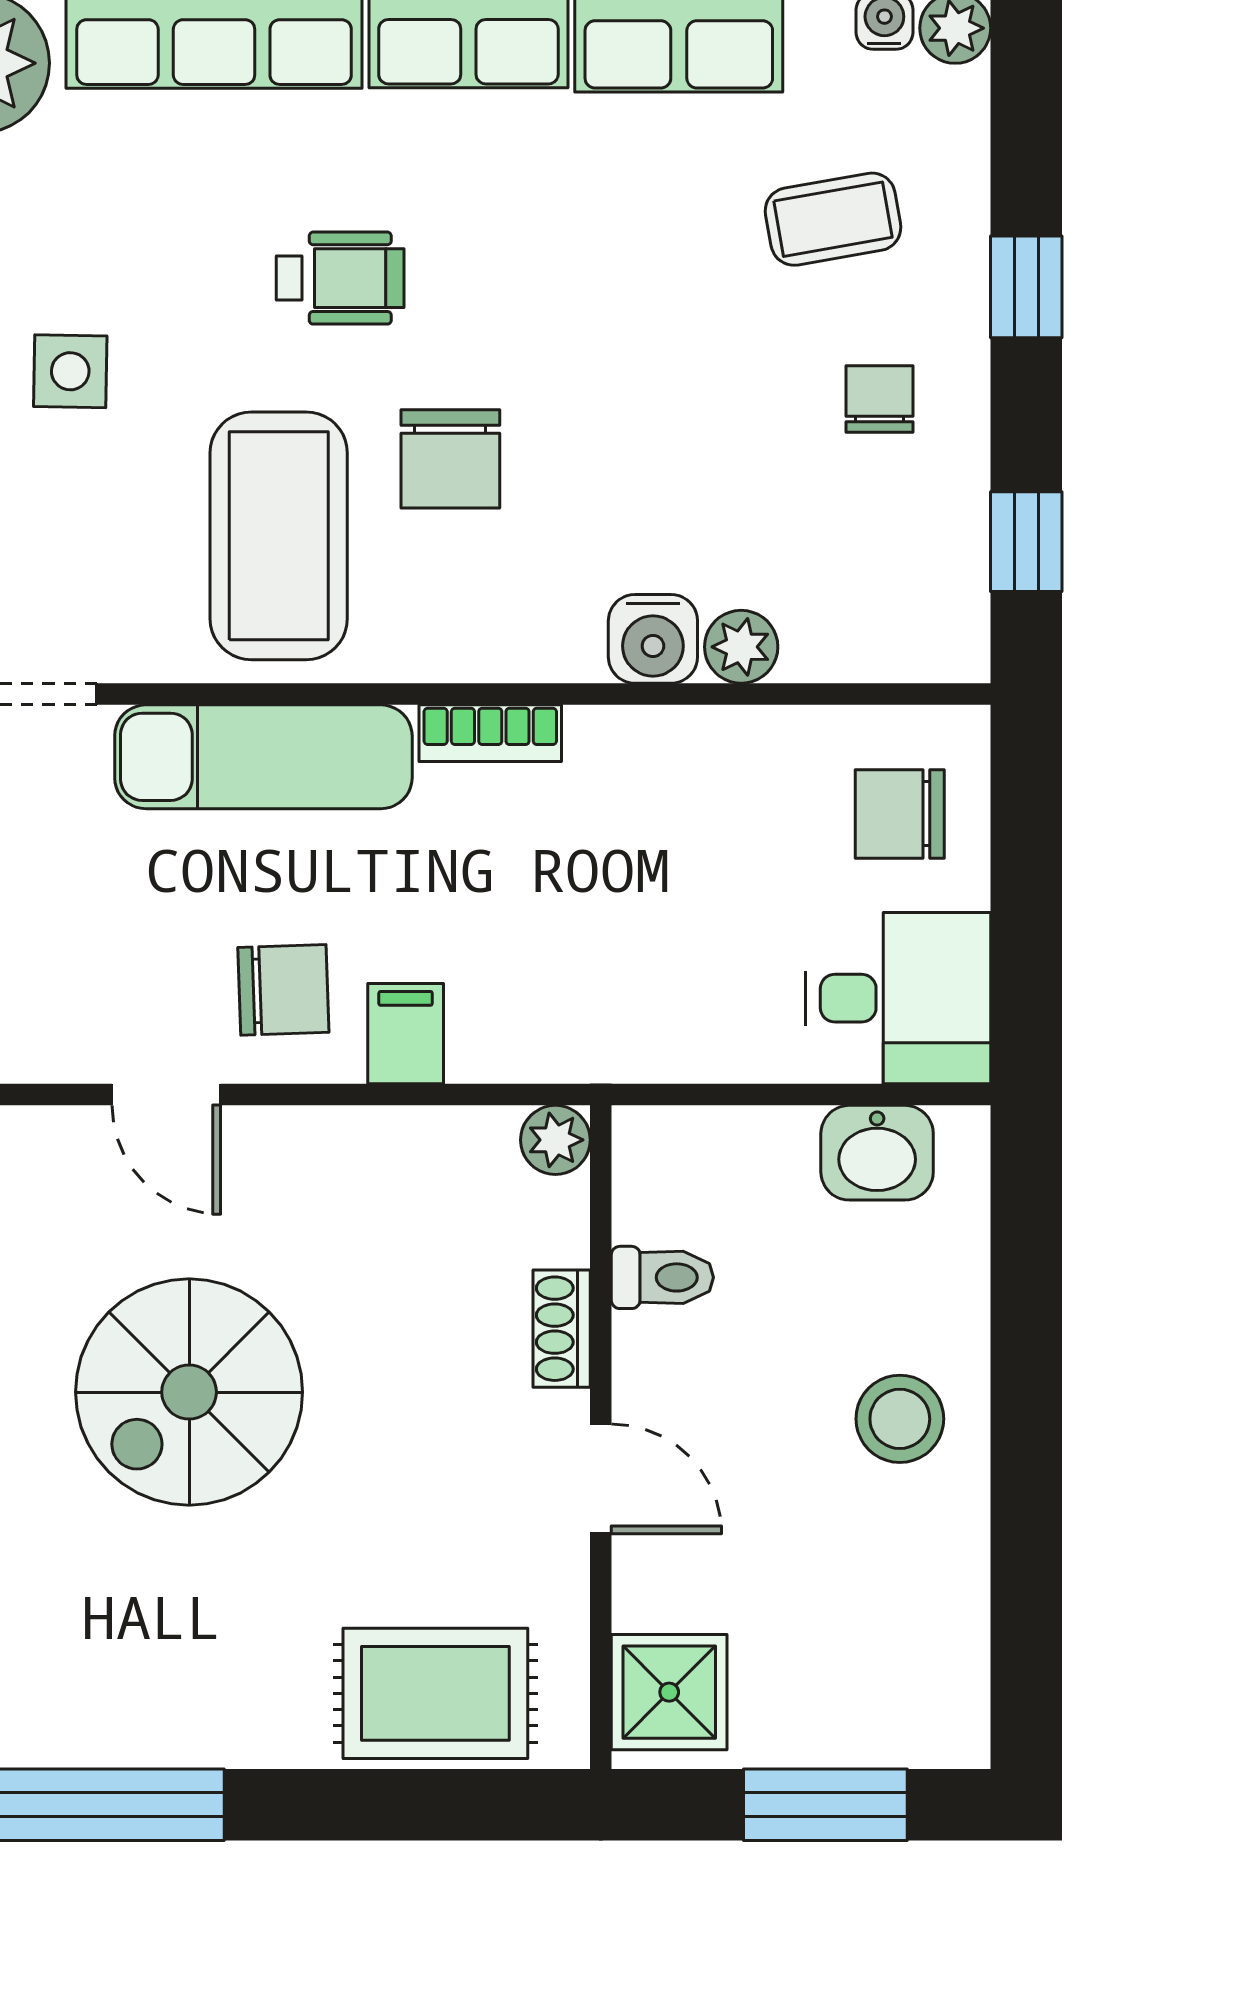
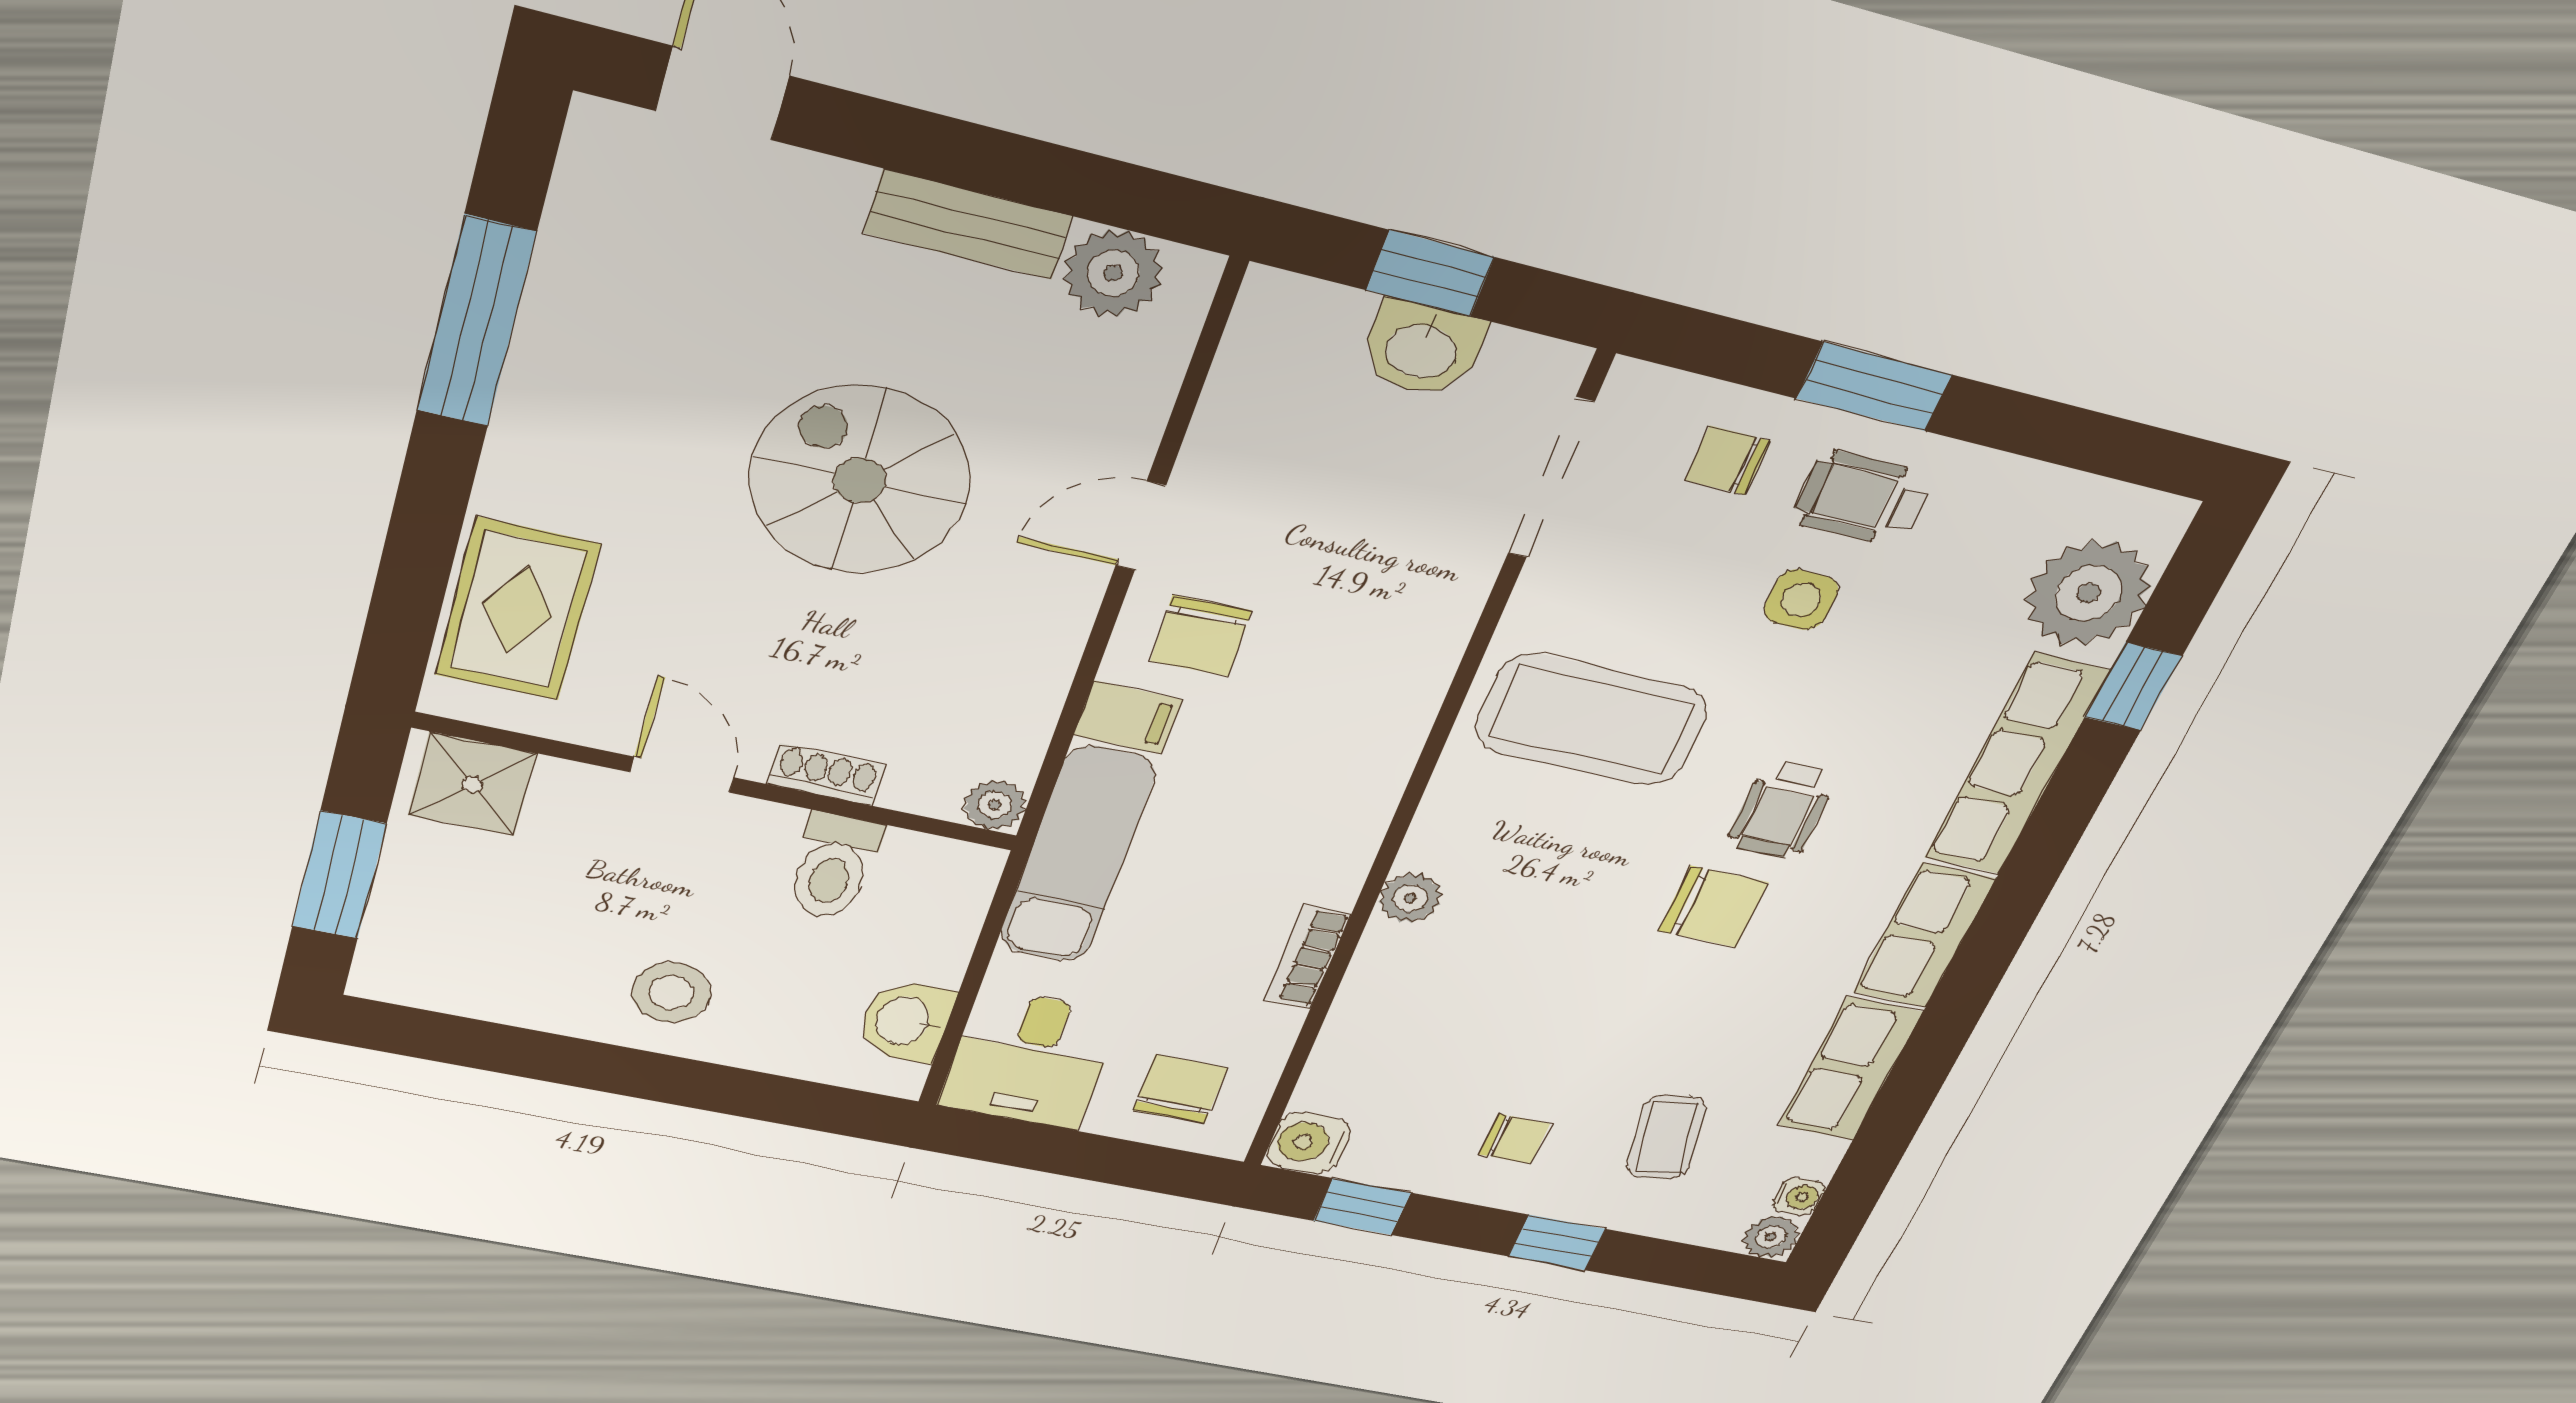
chair: (450, 459) -> (1713, 907), moved, turned 180
water cooler: (653, 639) -> (1309, 1143), moved
plant: (741, 647) -> (1410, 898), moved
bookcase: (490, 733) -> (1307, 957), moved
exam couch: (263, 757) -> (1077, 855), moved, turned 180
toilet: (662, 1277) -> (833, 867), width x1.37, depth x1.39
door: (601, 1479) -> (682, 775), swing flipped

